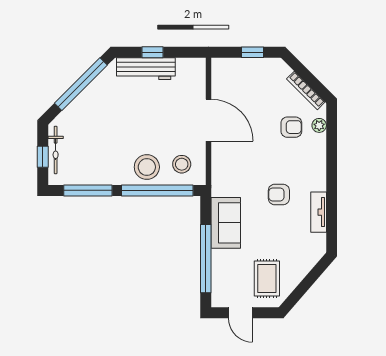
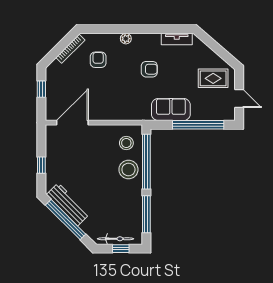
workbench: (146, 69) -> (68, 204), moved, turned -45
door: (208, 120) -> (72, 123), moved
plant: (319, 125) -> (126, 39), moved
armchair: (279, 194) -> (149, 69), turned -90
tv unit: (319, 212) -> (177, 39), moved
door: (240, 313) -> (239, 98), hinge flipped

